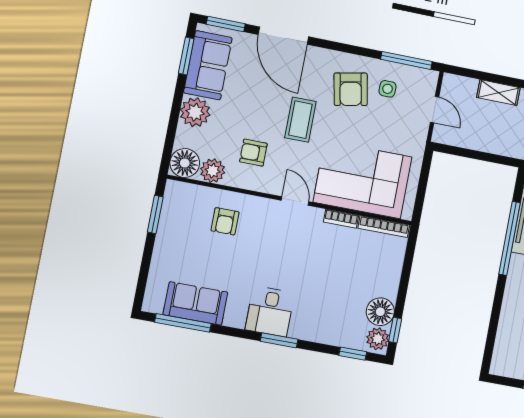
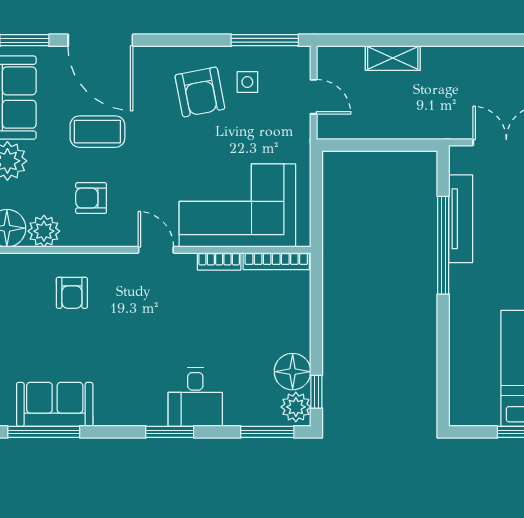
coffee table: (300, 120) -> (97, 132), moved, turned 90
desk: (270, 311) -> (195, 397), moved
window: (353, 354) -> (267, 432), width x1.50

